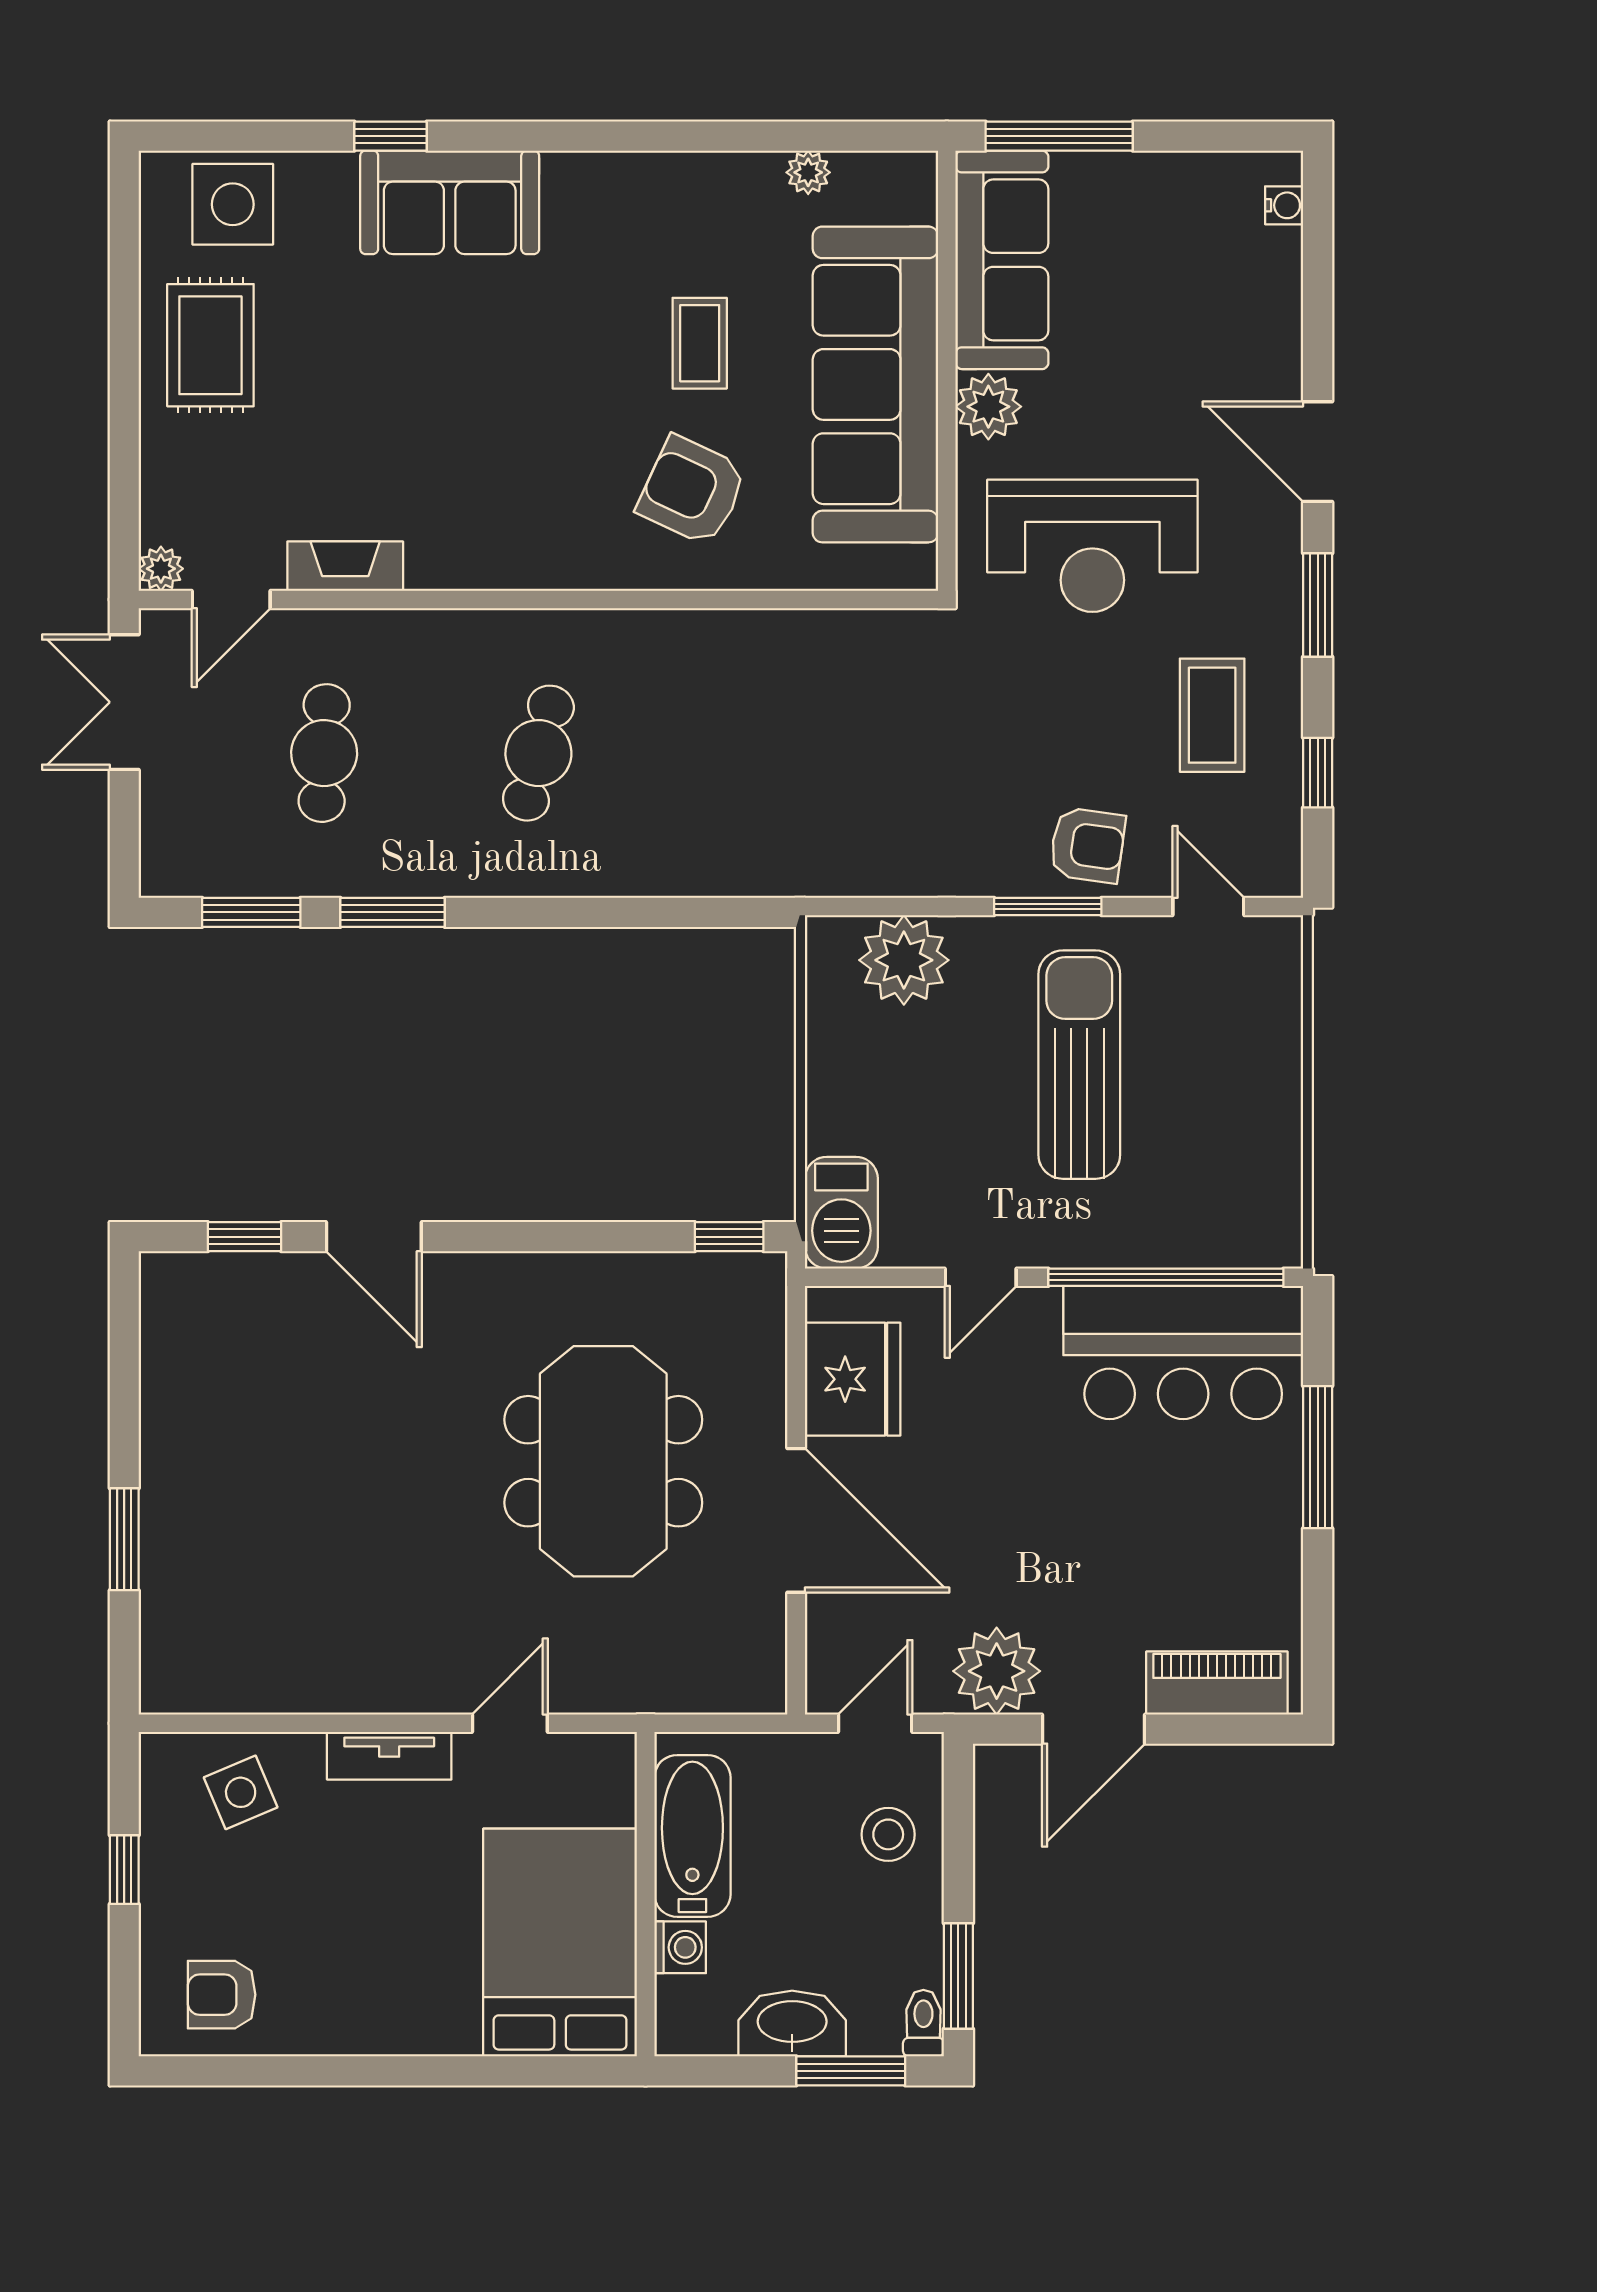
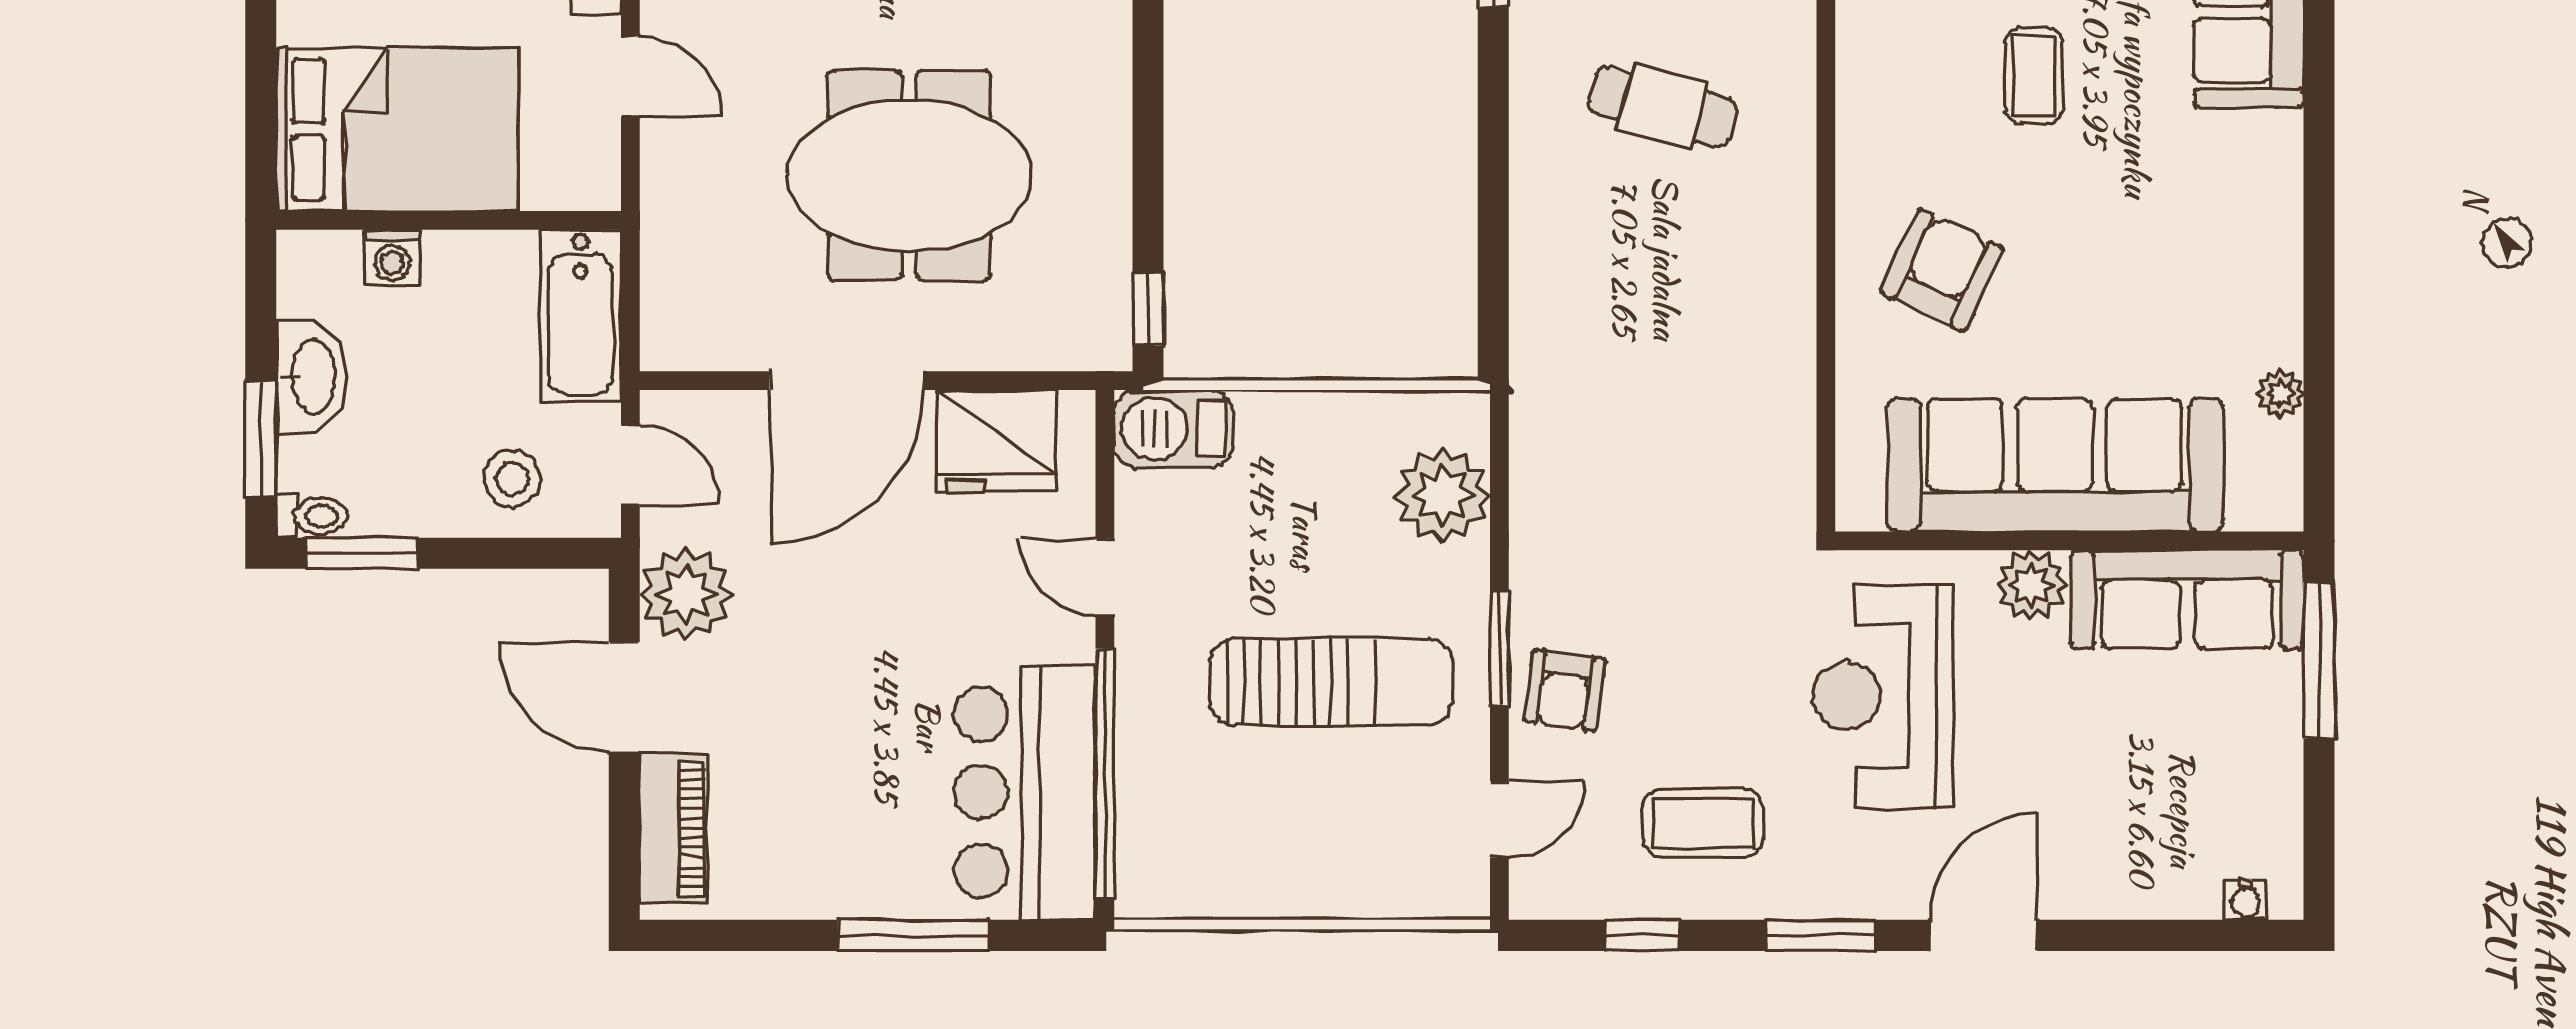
coffee table: (700, 343) -> (2034, 76), moved, turned 90
bathtub: (692, 1836) -> (581, 316), moved, turned 90

